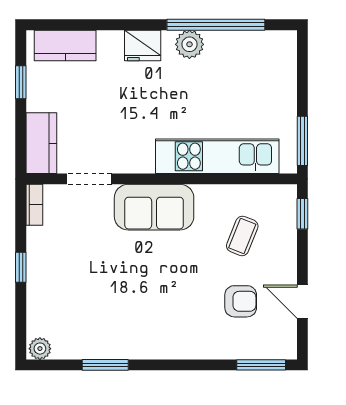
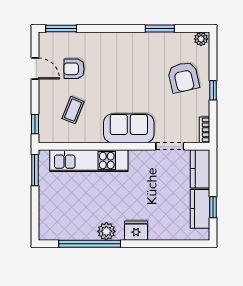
kitchen counter: (65, 45) -> (200, 209), moved, turned -90
armchair: (68, 288) -> (183, 77), added

